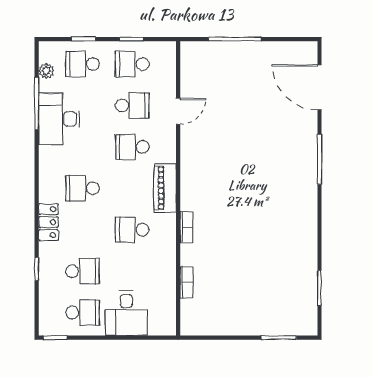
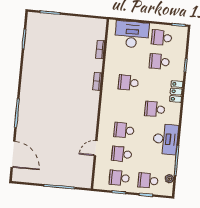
school desk: (82, 64) -> (148, 181), turned 180
school desk: (132, 64) -> (119, 178), turned 180
desk: (59, 119) -> (166, 139), moved
school desk: (132, 147) -> (124, 130), turned 180
school desk: (82, 188) -> (155, 109), turned 180
piano: (165, 188) -> (107, 105), removed
school desk: (132, 230) -> (128, 83), turned 180
desk: (126, 313) -> (132, 35), width x1.37

